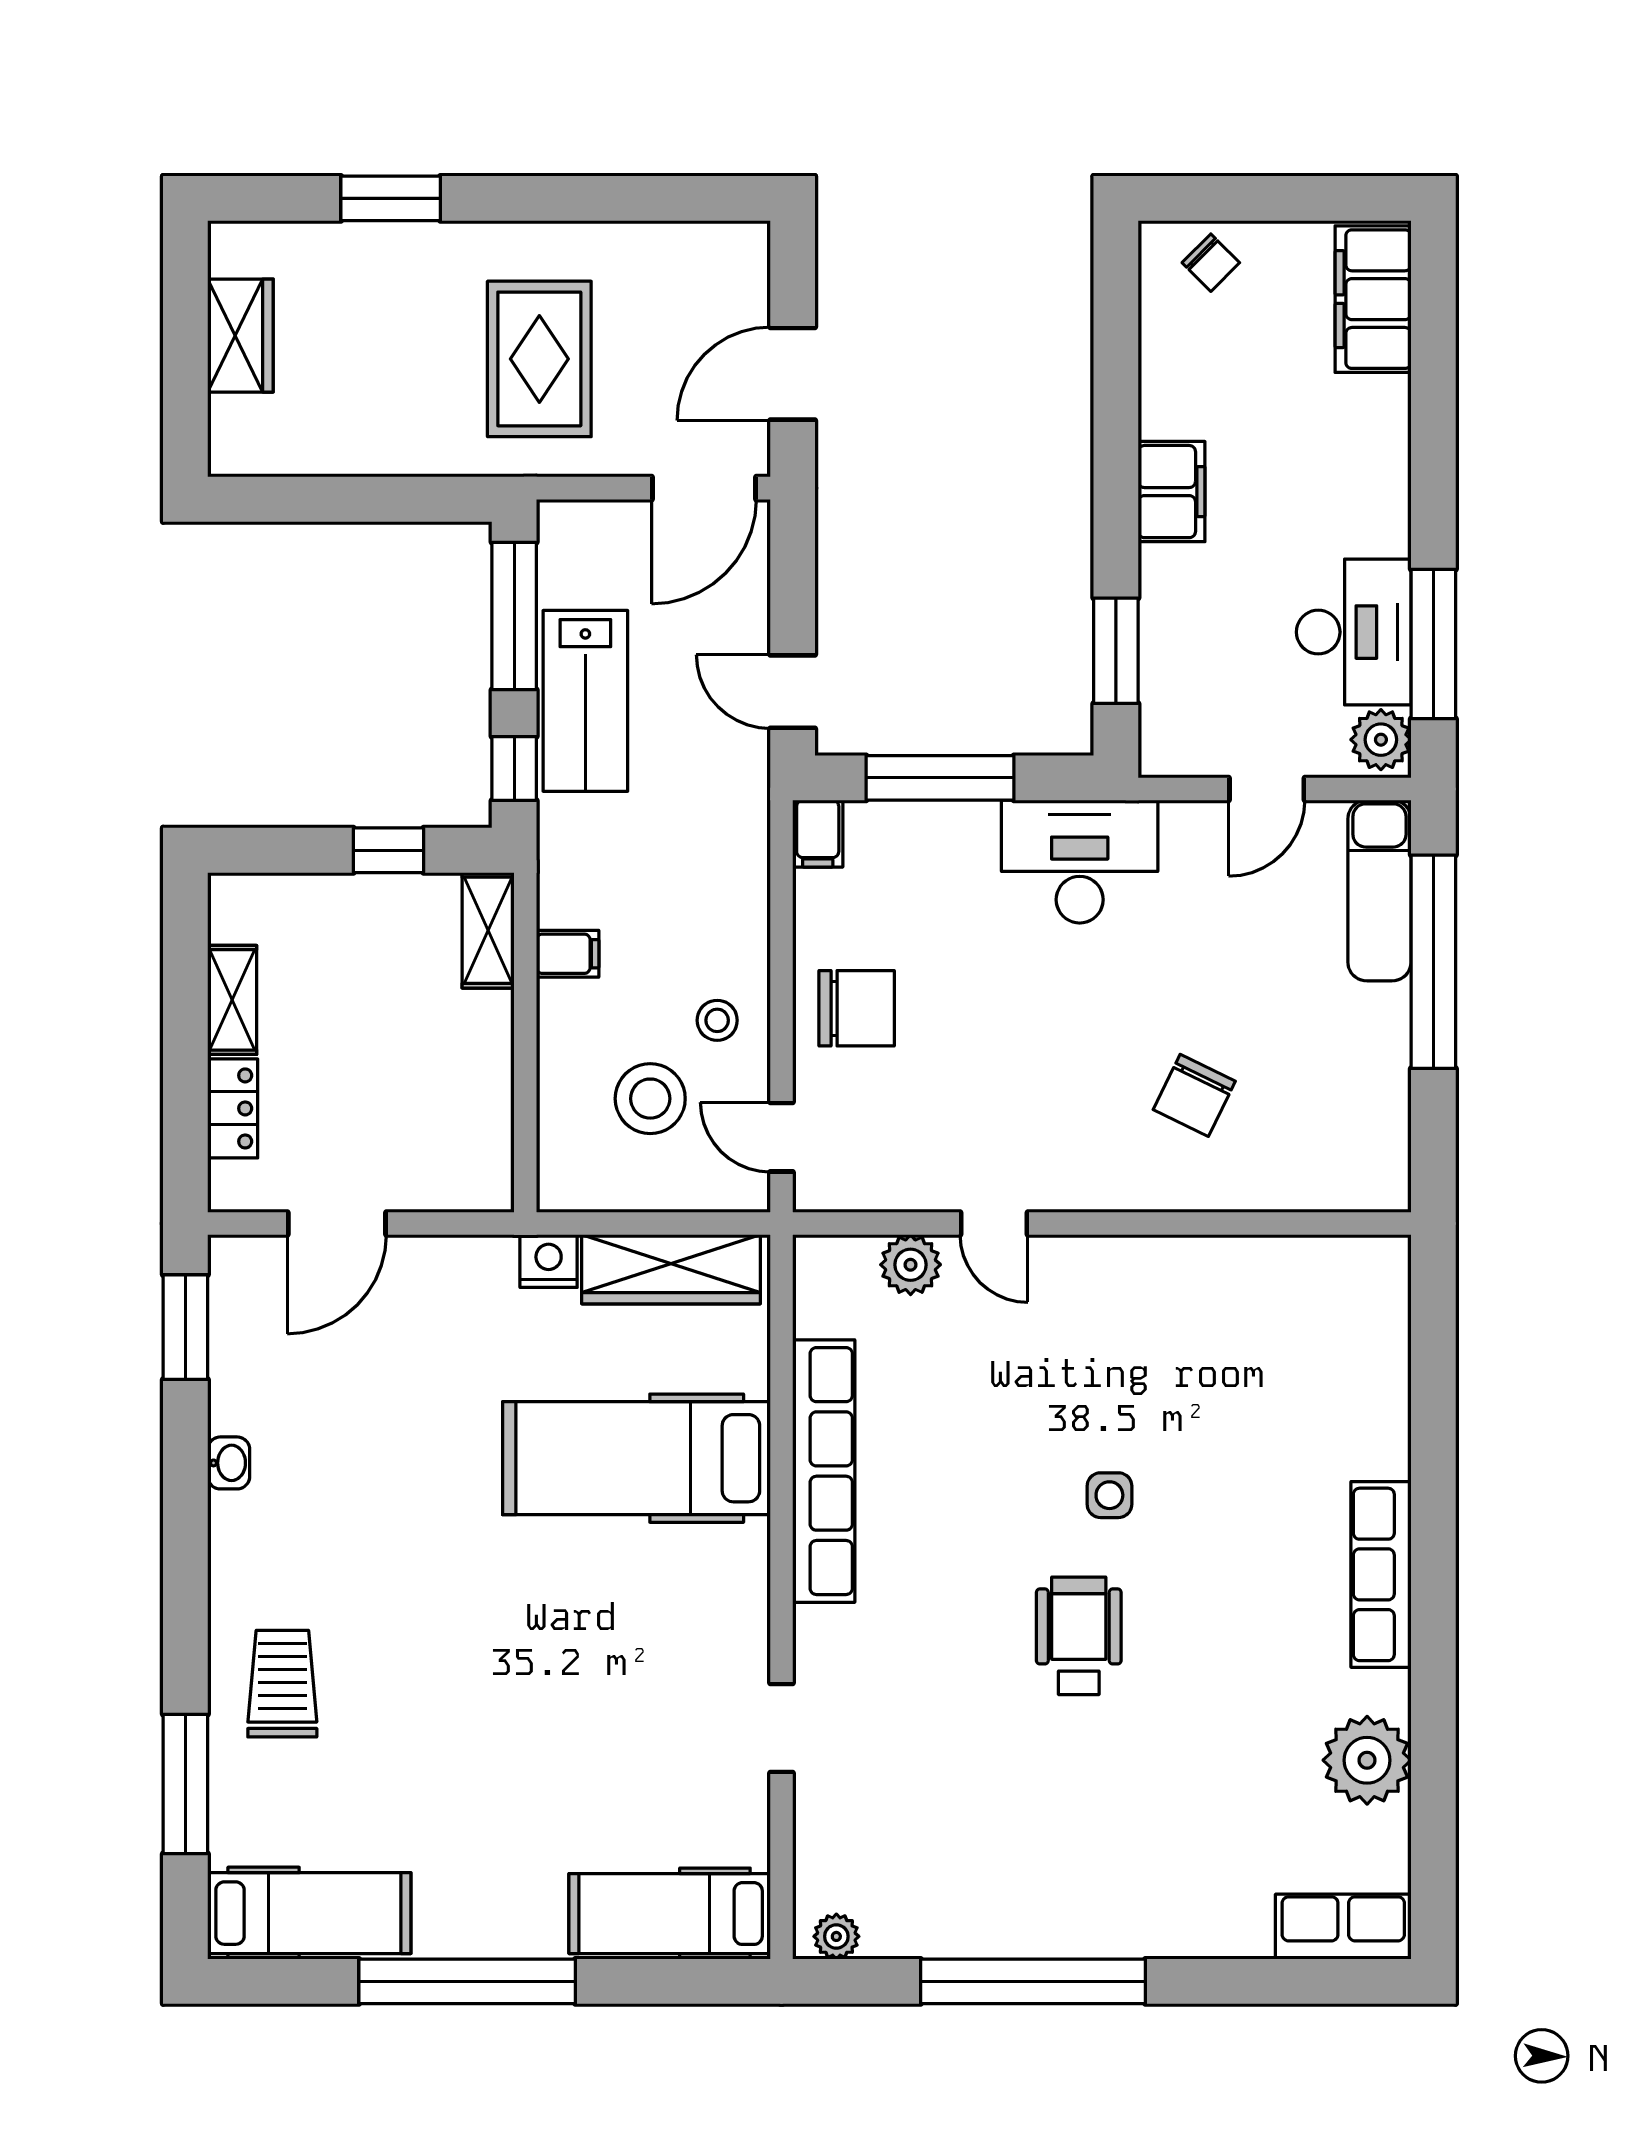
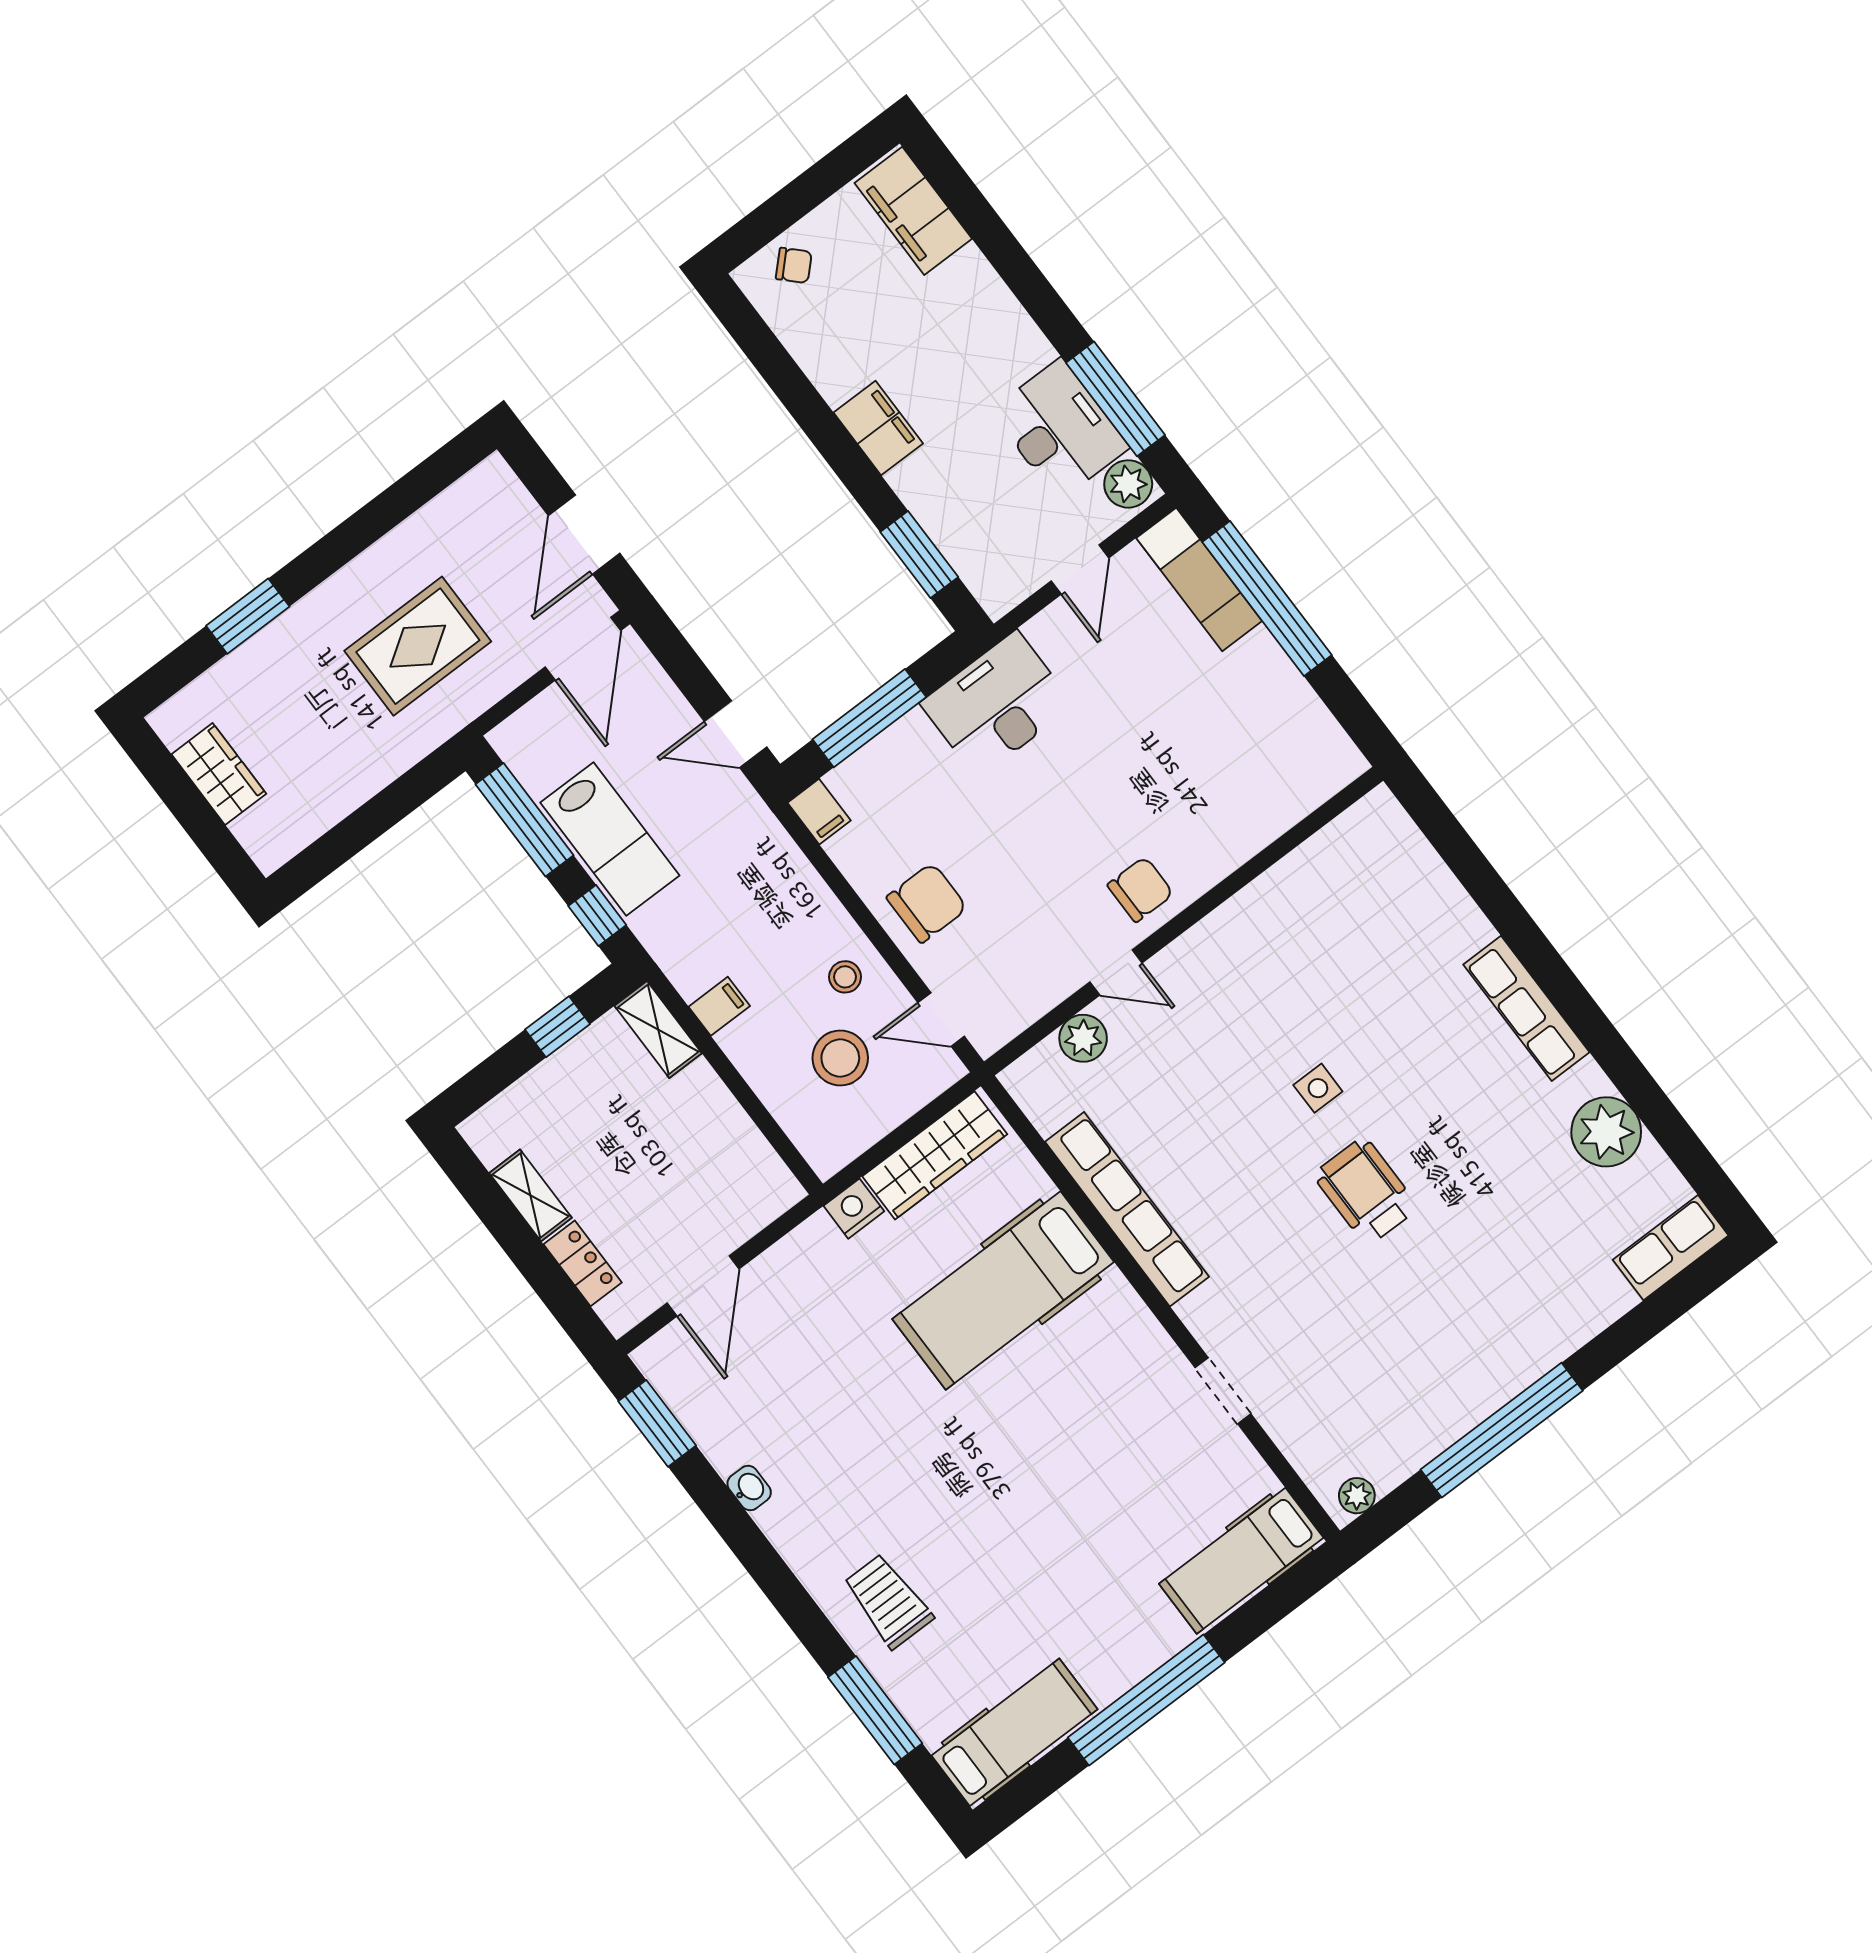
rug: (539, 359) -> (418, 646), turned 90
chair: (1194, 1095) -> (1140, 889), moved, turned -116

